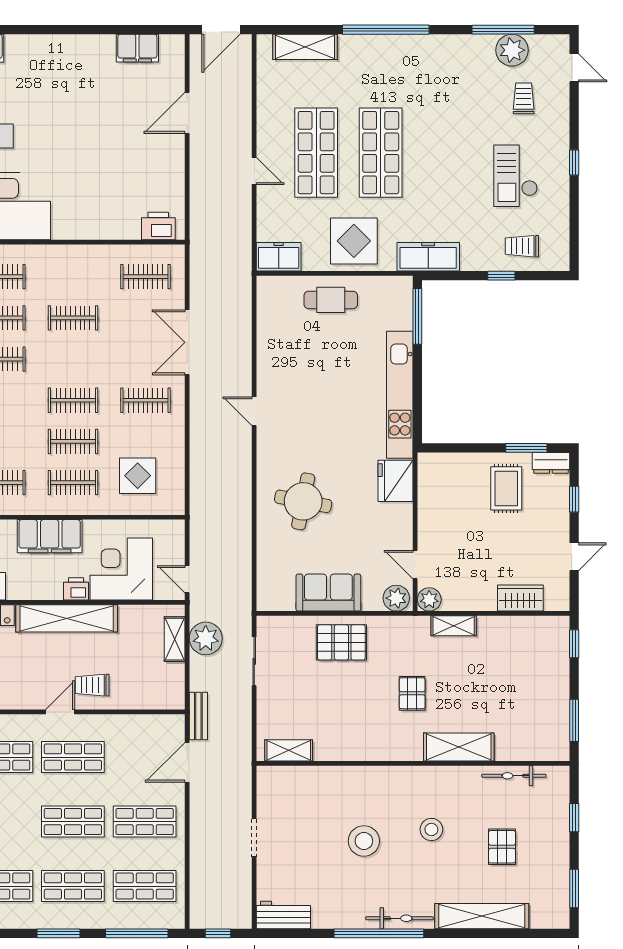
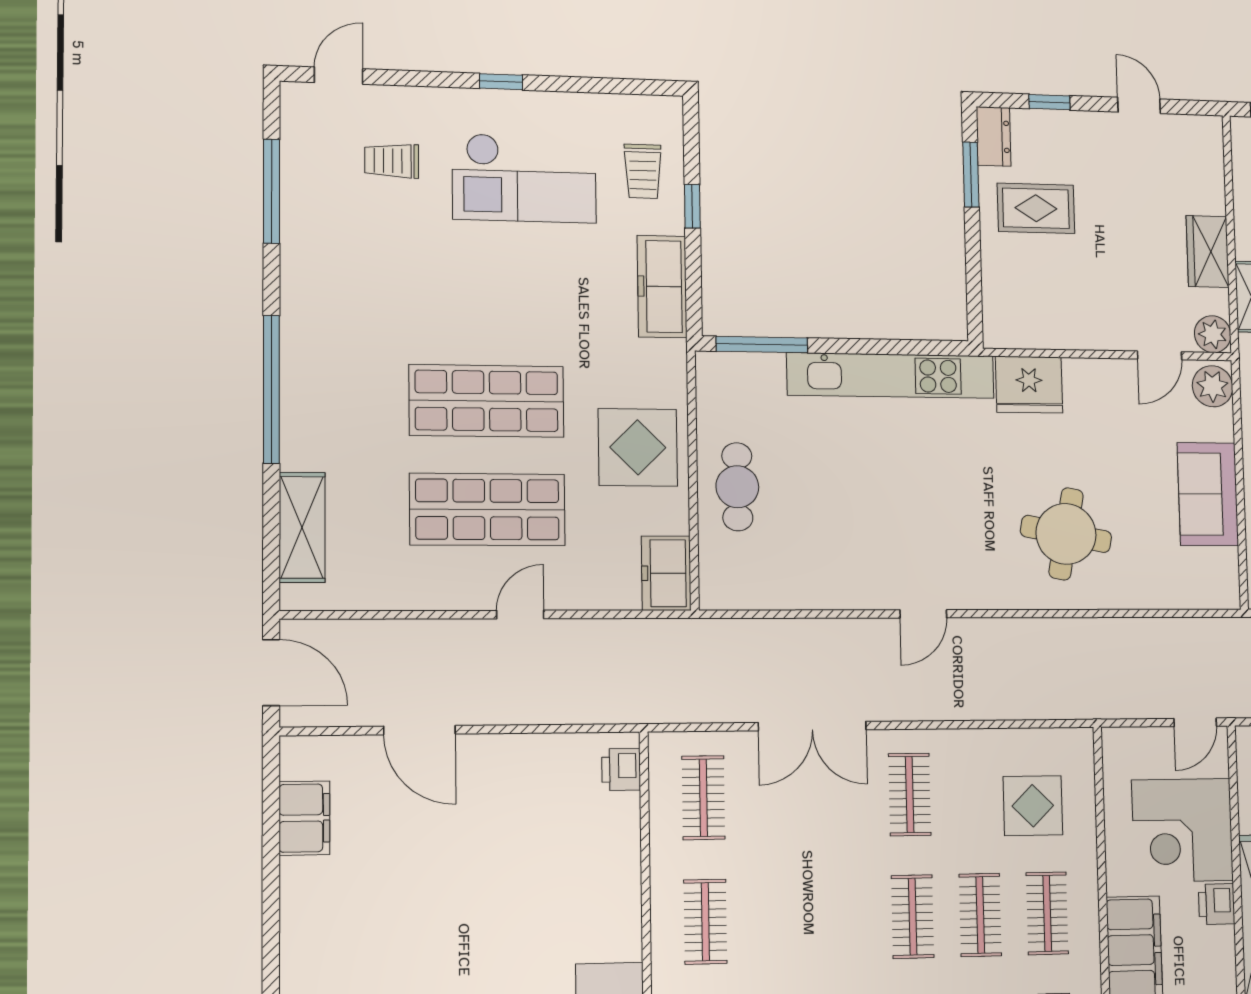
plant: (512, 50) -> (308, 177), removed
checkout: (516, 176) -> (524, 178), width x1.36, depth x1.21
printer: (158, 226) -> (621, 769), width x0.73, depth x0.81
freezer: (428, 257) -> (662, 286), moved
clothes rail: (73, 318) -> (705, 922), moved
wardrobe: (520, 598) -> (1208, 252), moved

